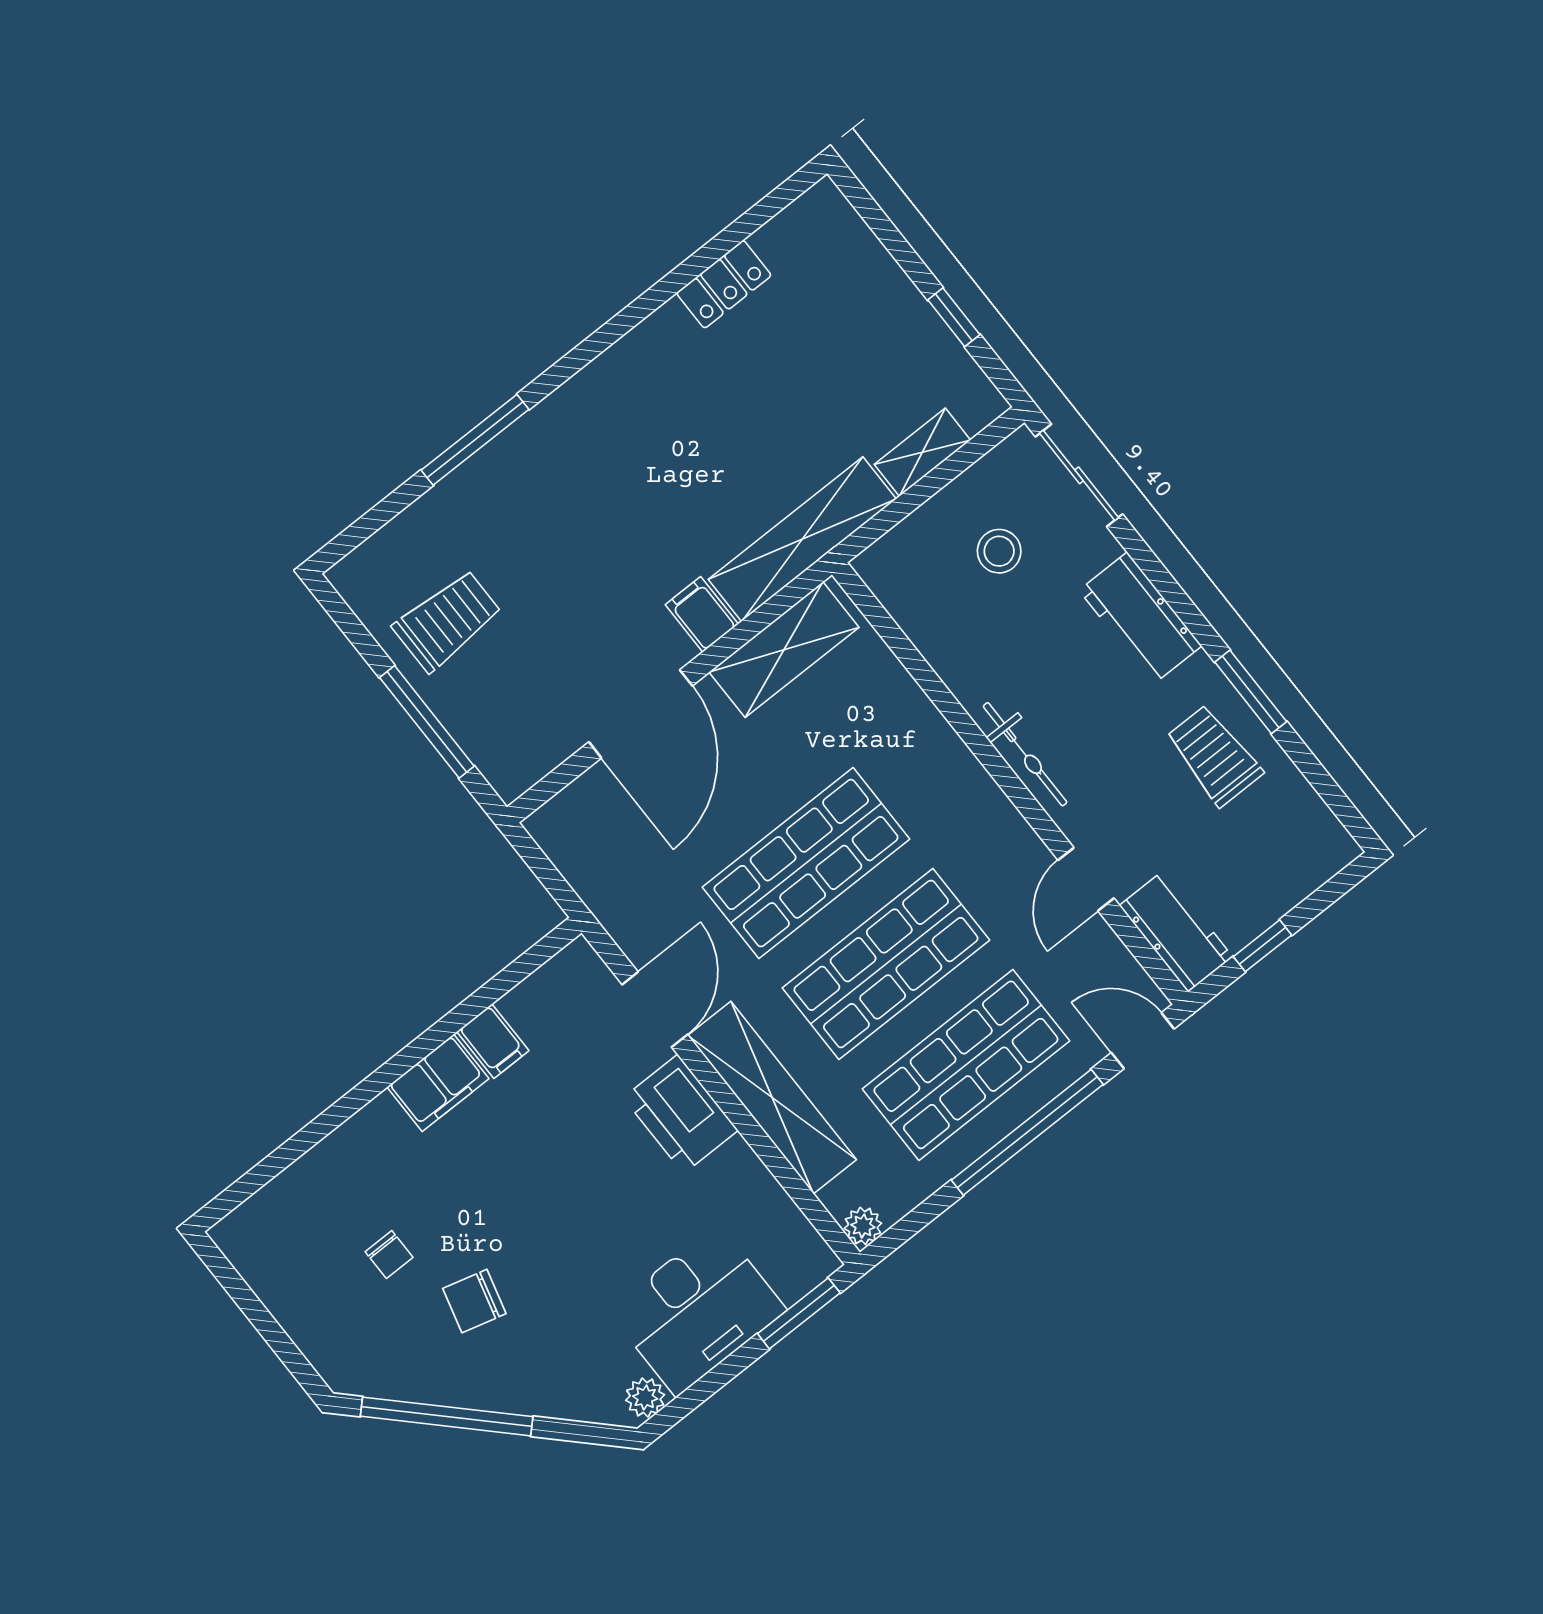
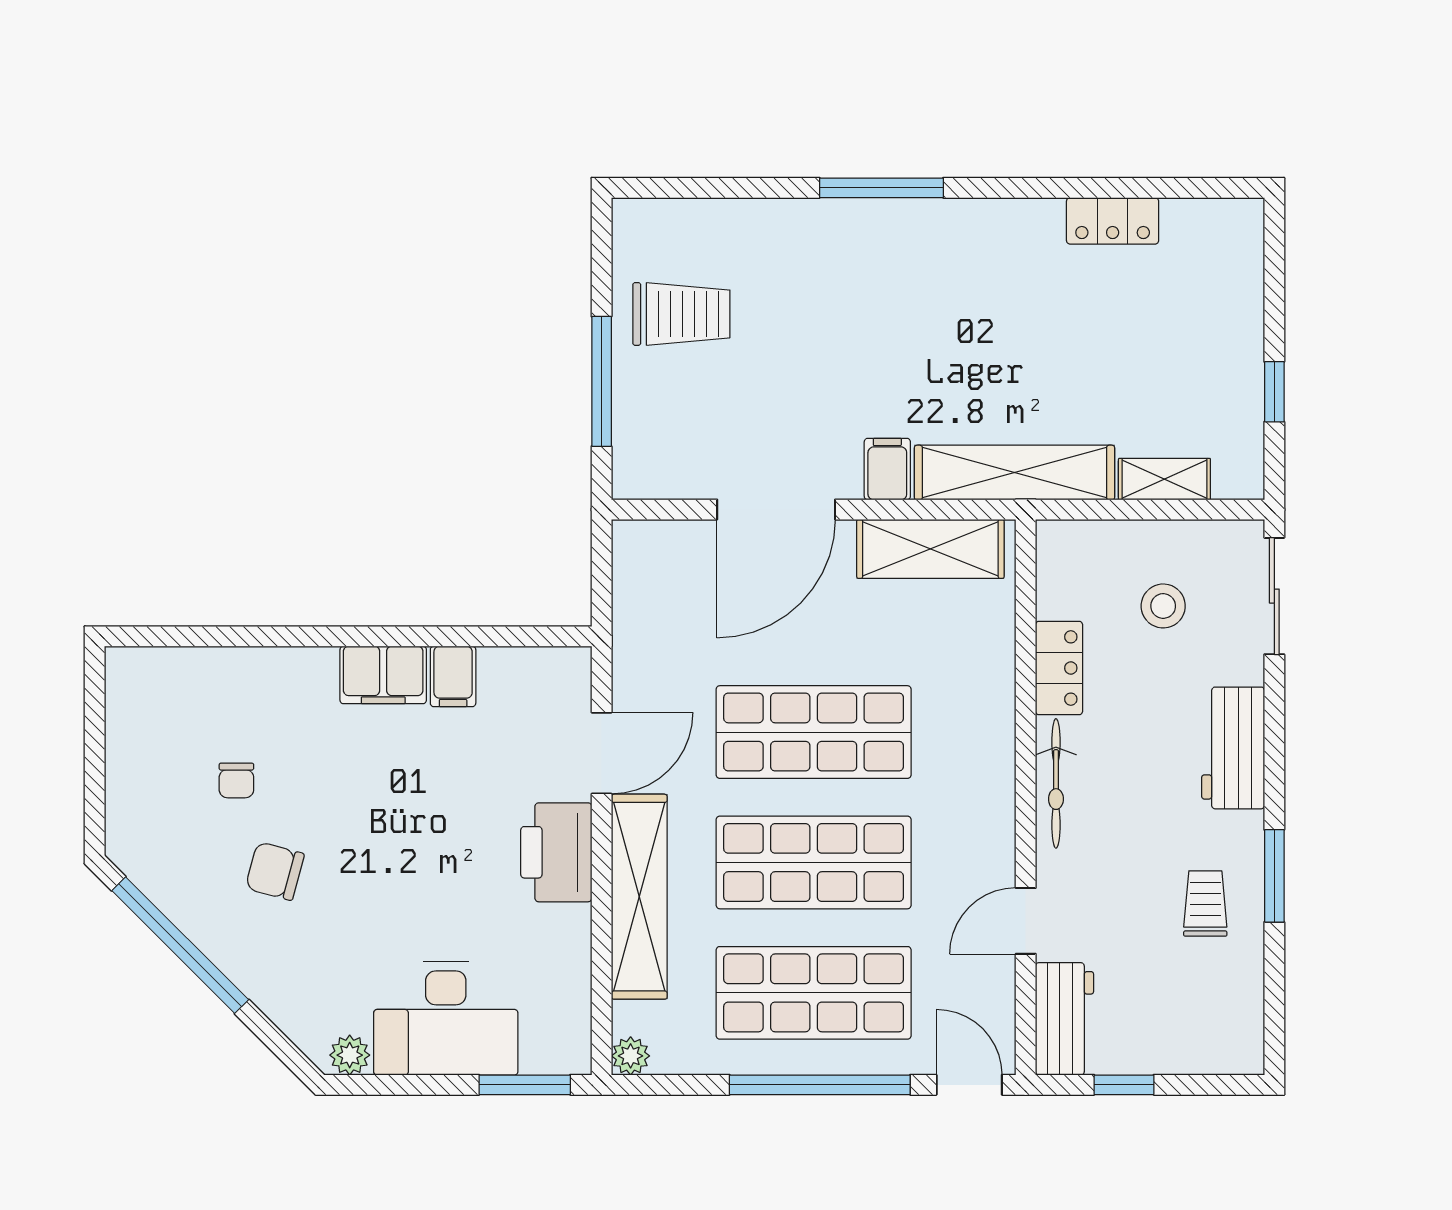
window: (475, 440) -> (881, 188), moved
locker: (957, 663) -> (1059, 668), added
trolley: (1214, 756) -> (1205, 903), width x0.73, depth x0.72

